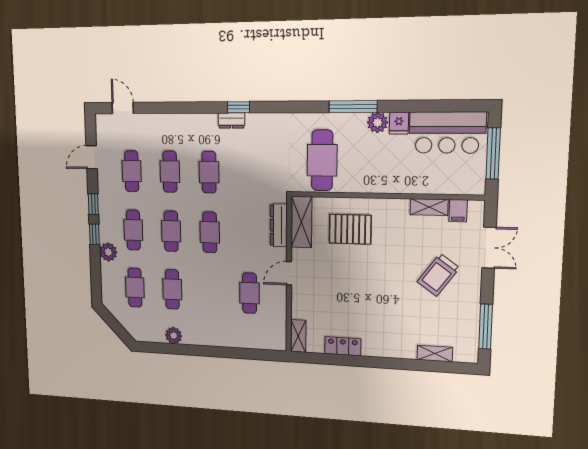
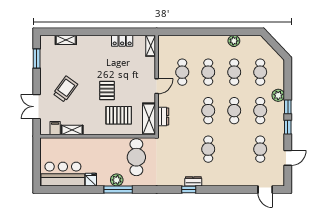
plant: (378, 123) -> (117, 180), moved
window: (493, 153) -> (37, 162), removed
cafe table: (170, 172) -> (208, 72), moved
dresser: (279, 225) -> (163, 116), width x0.70
pallet: (369, 270) -> (107, 91), added
window: (486, 327) -> (37, 59), width x0.69

